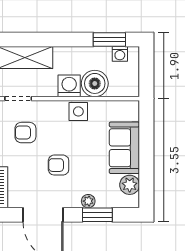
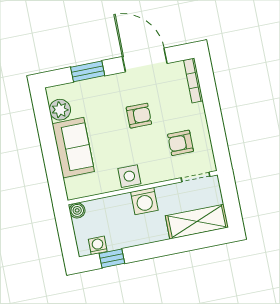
window: (109, 40) -> (112, 258), width x0.67
boiler: (95, 83) -> (77, 210), moved, width x0.54, depth x0.54
armchair: (25, 133) -> (181, 143), turned 180
plant: (88, 201) -> (100, 84), removed

